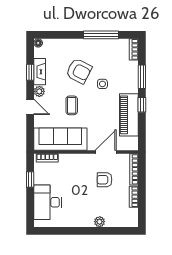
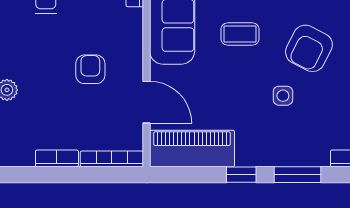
piano: (129, 115) -> (192, 149), moved
armchair: (104, 180) -> (90, 69), moved

